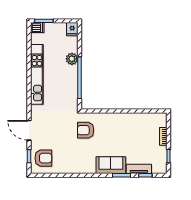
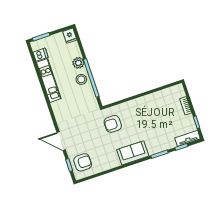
dishwasher: (37, 28) -> (41, 55), moved
kitchen unit: (37, 74) -> (49, 80), width x0.73
stool: (69, 76) -> (81, 79), added
sofa: (111, 165) -> (133, 153), moved
tv unit: (139, 169) -> (188, 138), moved

